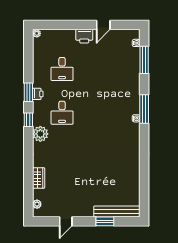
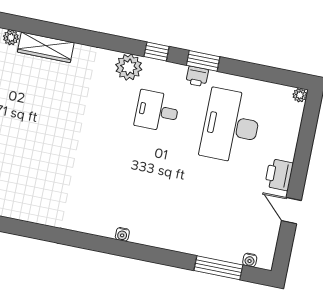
desk: (62, 69) -> (231, 126), width x1.87, depth x1.30
window: (144, 109) -> (135, 251), removed
wardrobe: (39, 178) -> (46, 47), width x1.50

